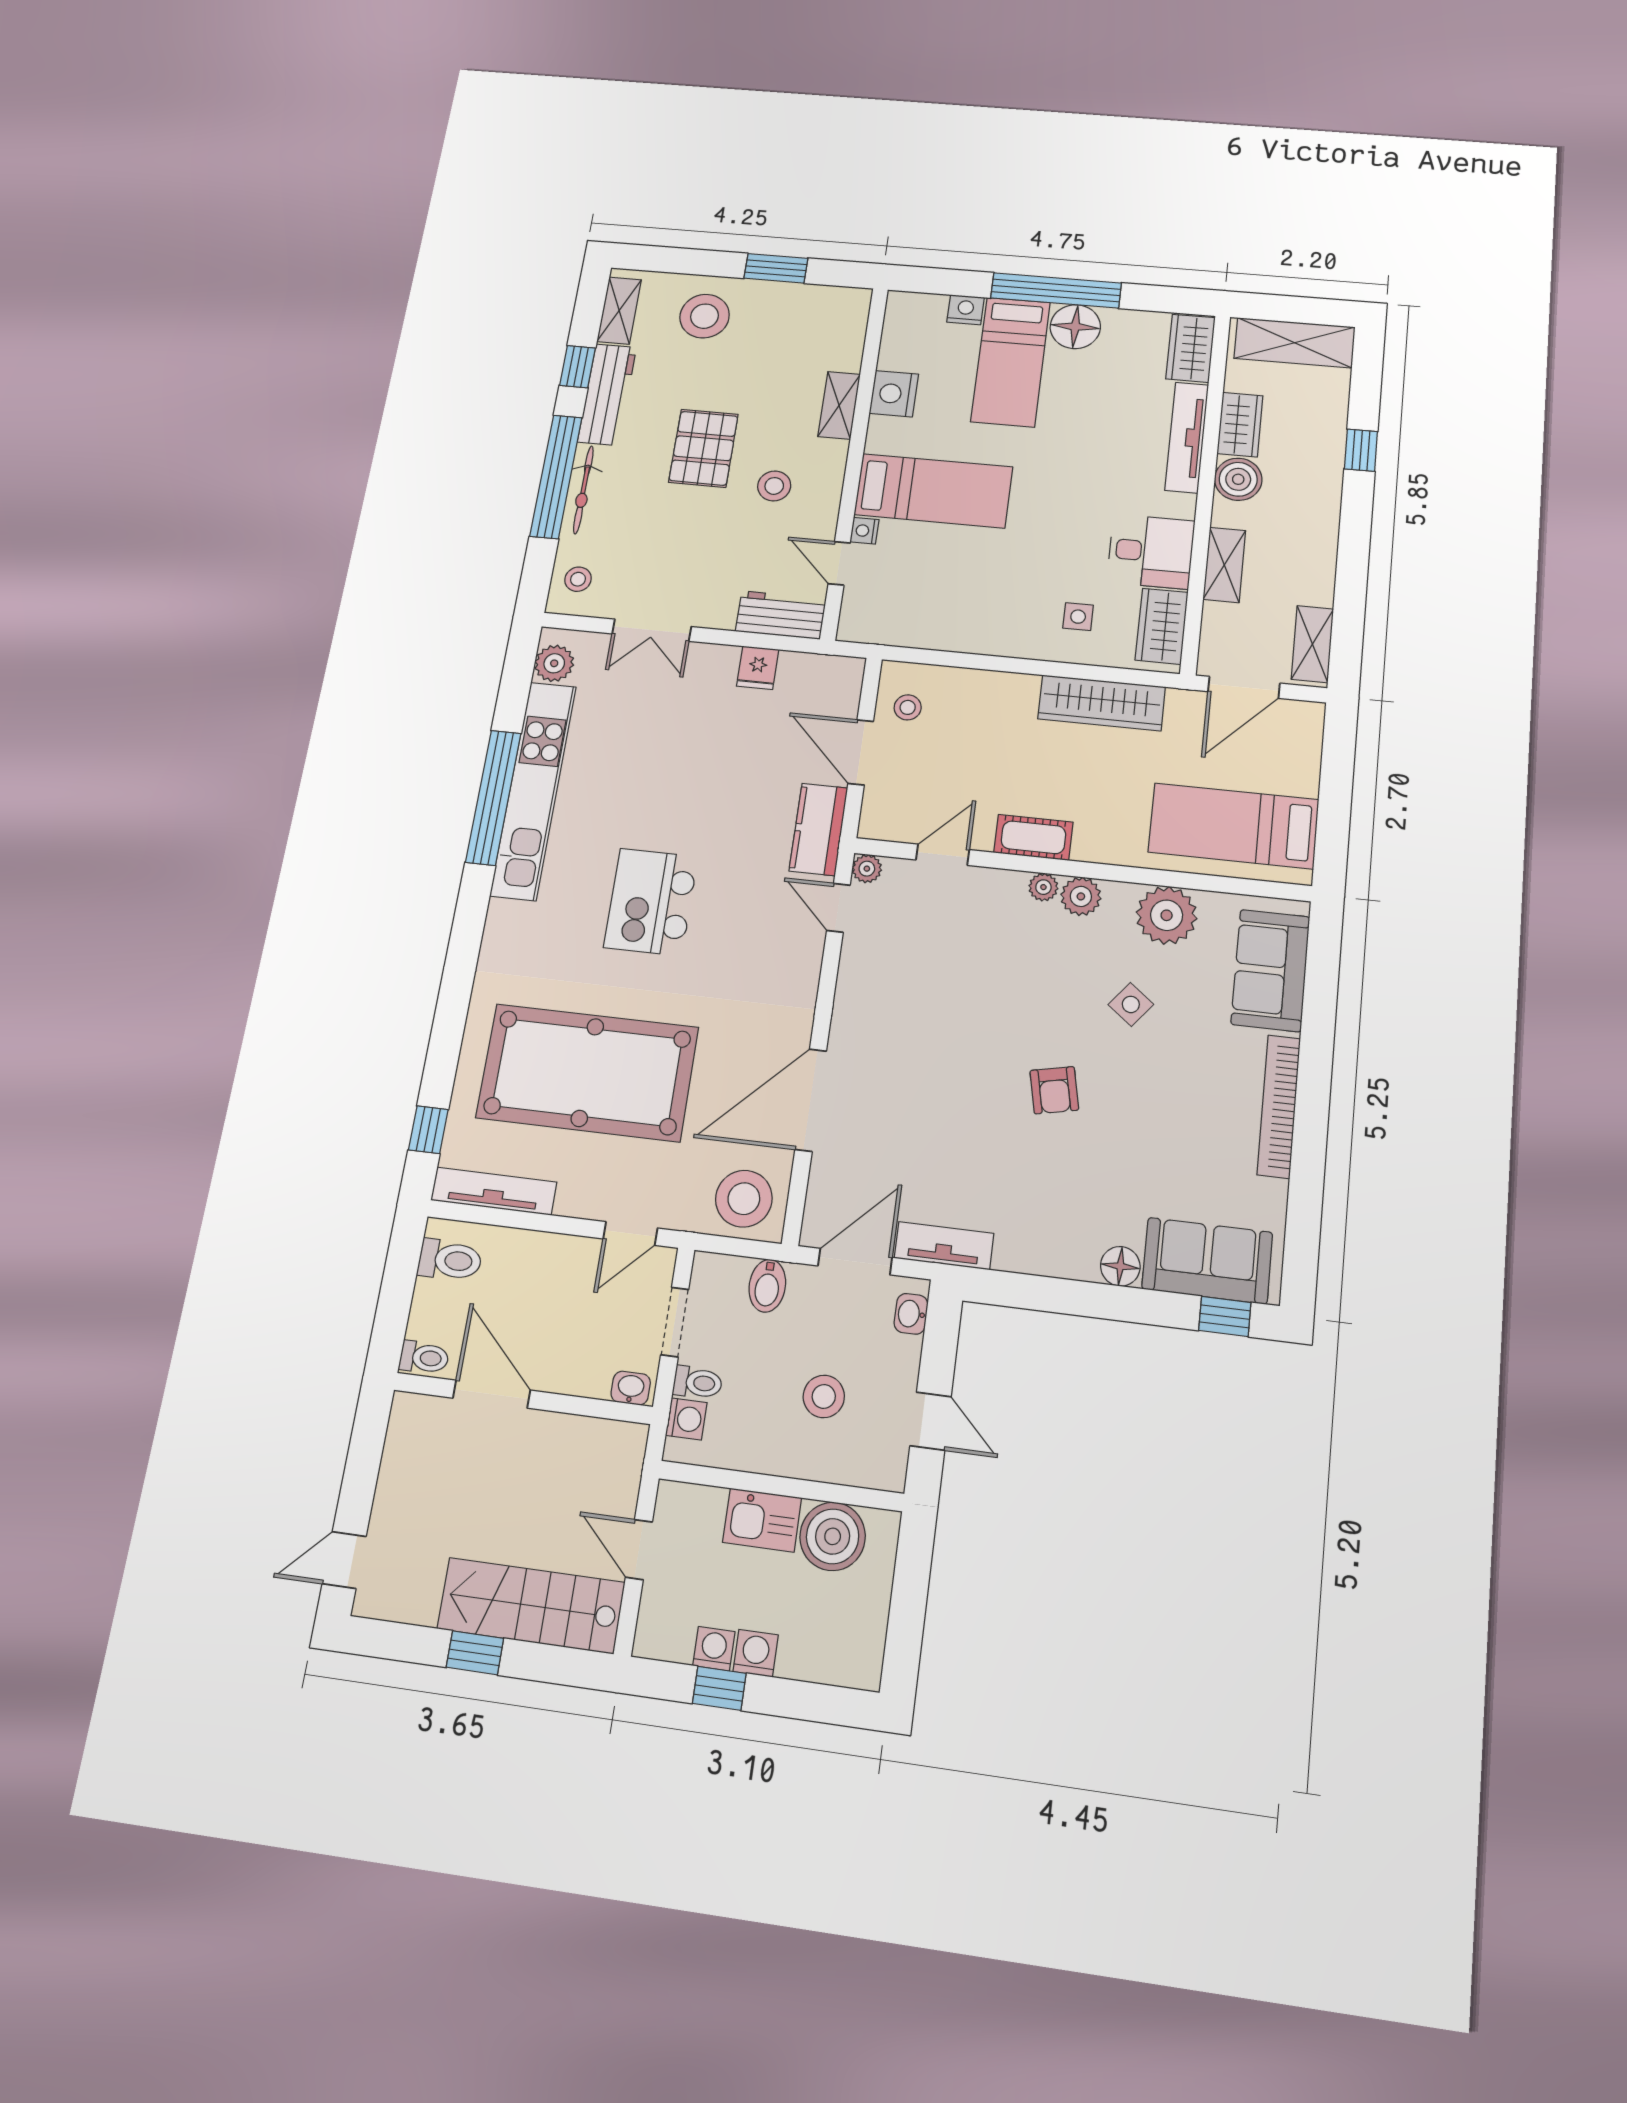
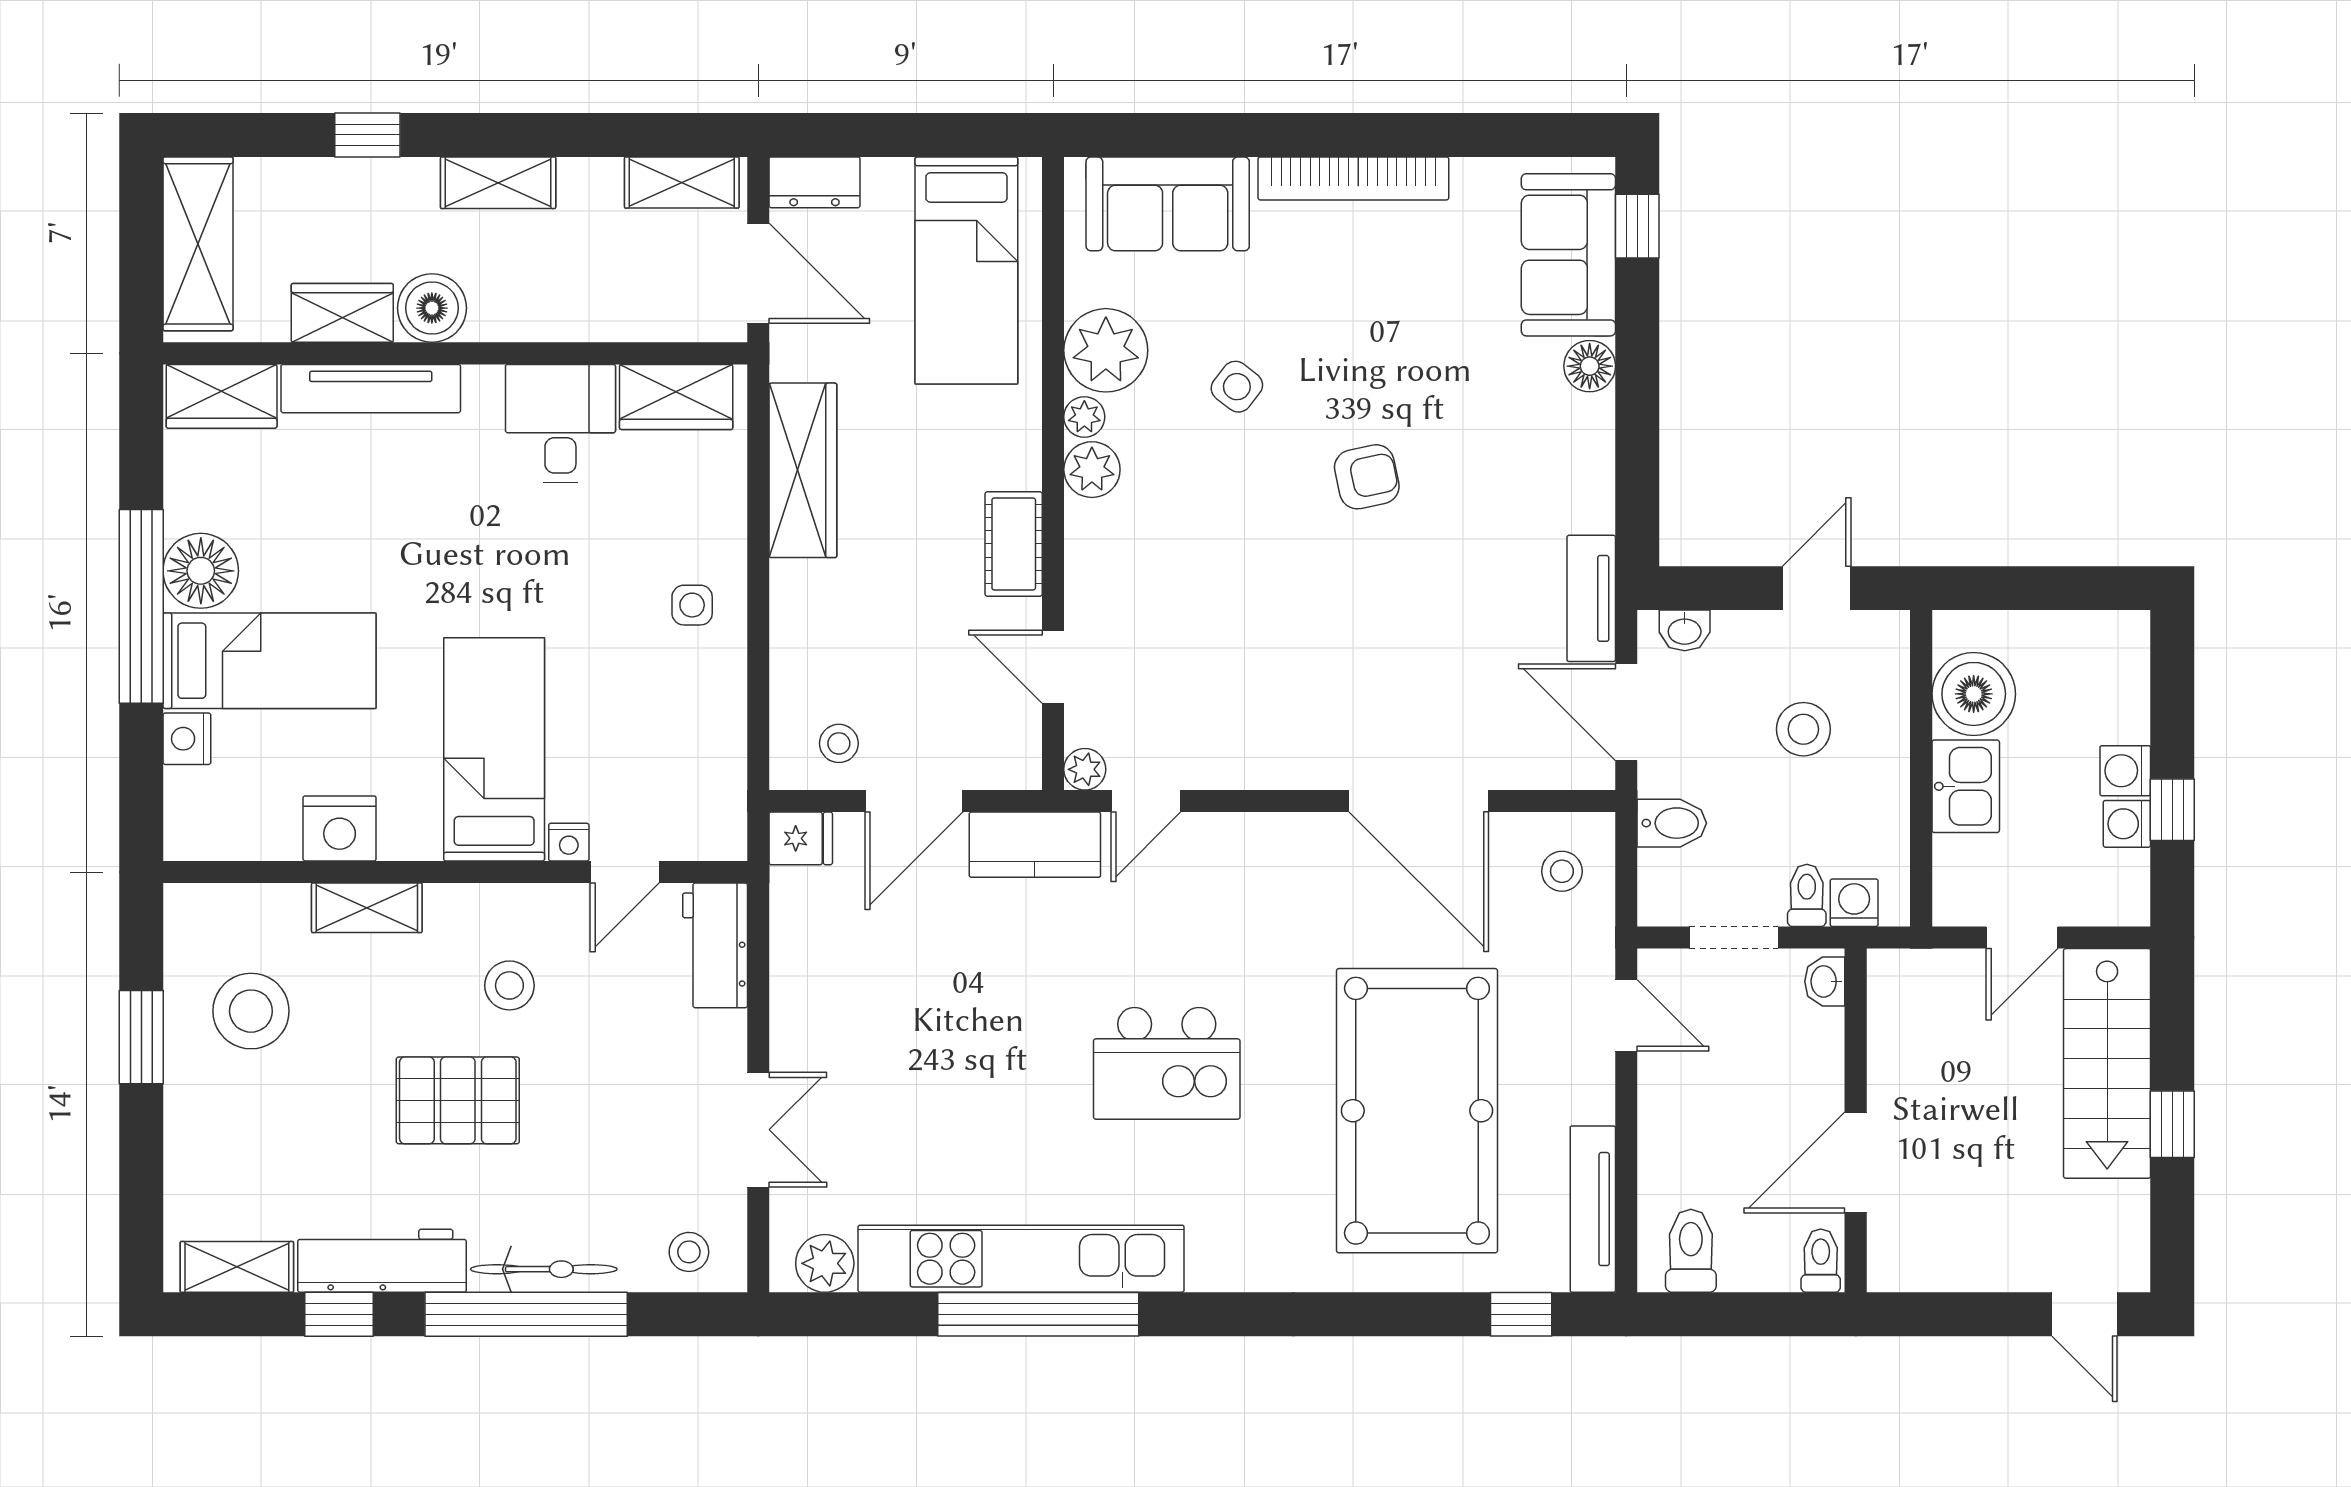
stool: (705, 316) -> (251, 1011), moved
shelving: (1224, 565) -> (498, 183), moved
side table: (1078, 617) -> (692, 605), moved
fridge: (758, 668) -> (801, 838), moved
dresser: (1306, 731) -> (815, 182), added
plant: (1043, 887) -> (1084, 417), moved
stool: (744, 1199) -> (1562, 871), width x0.53, depth x0.53

